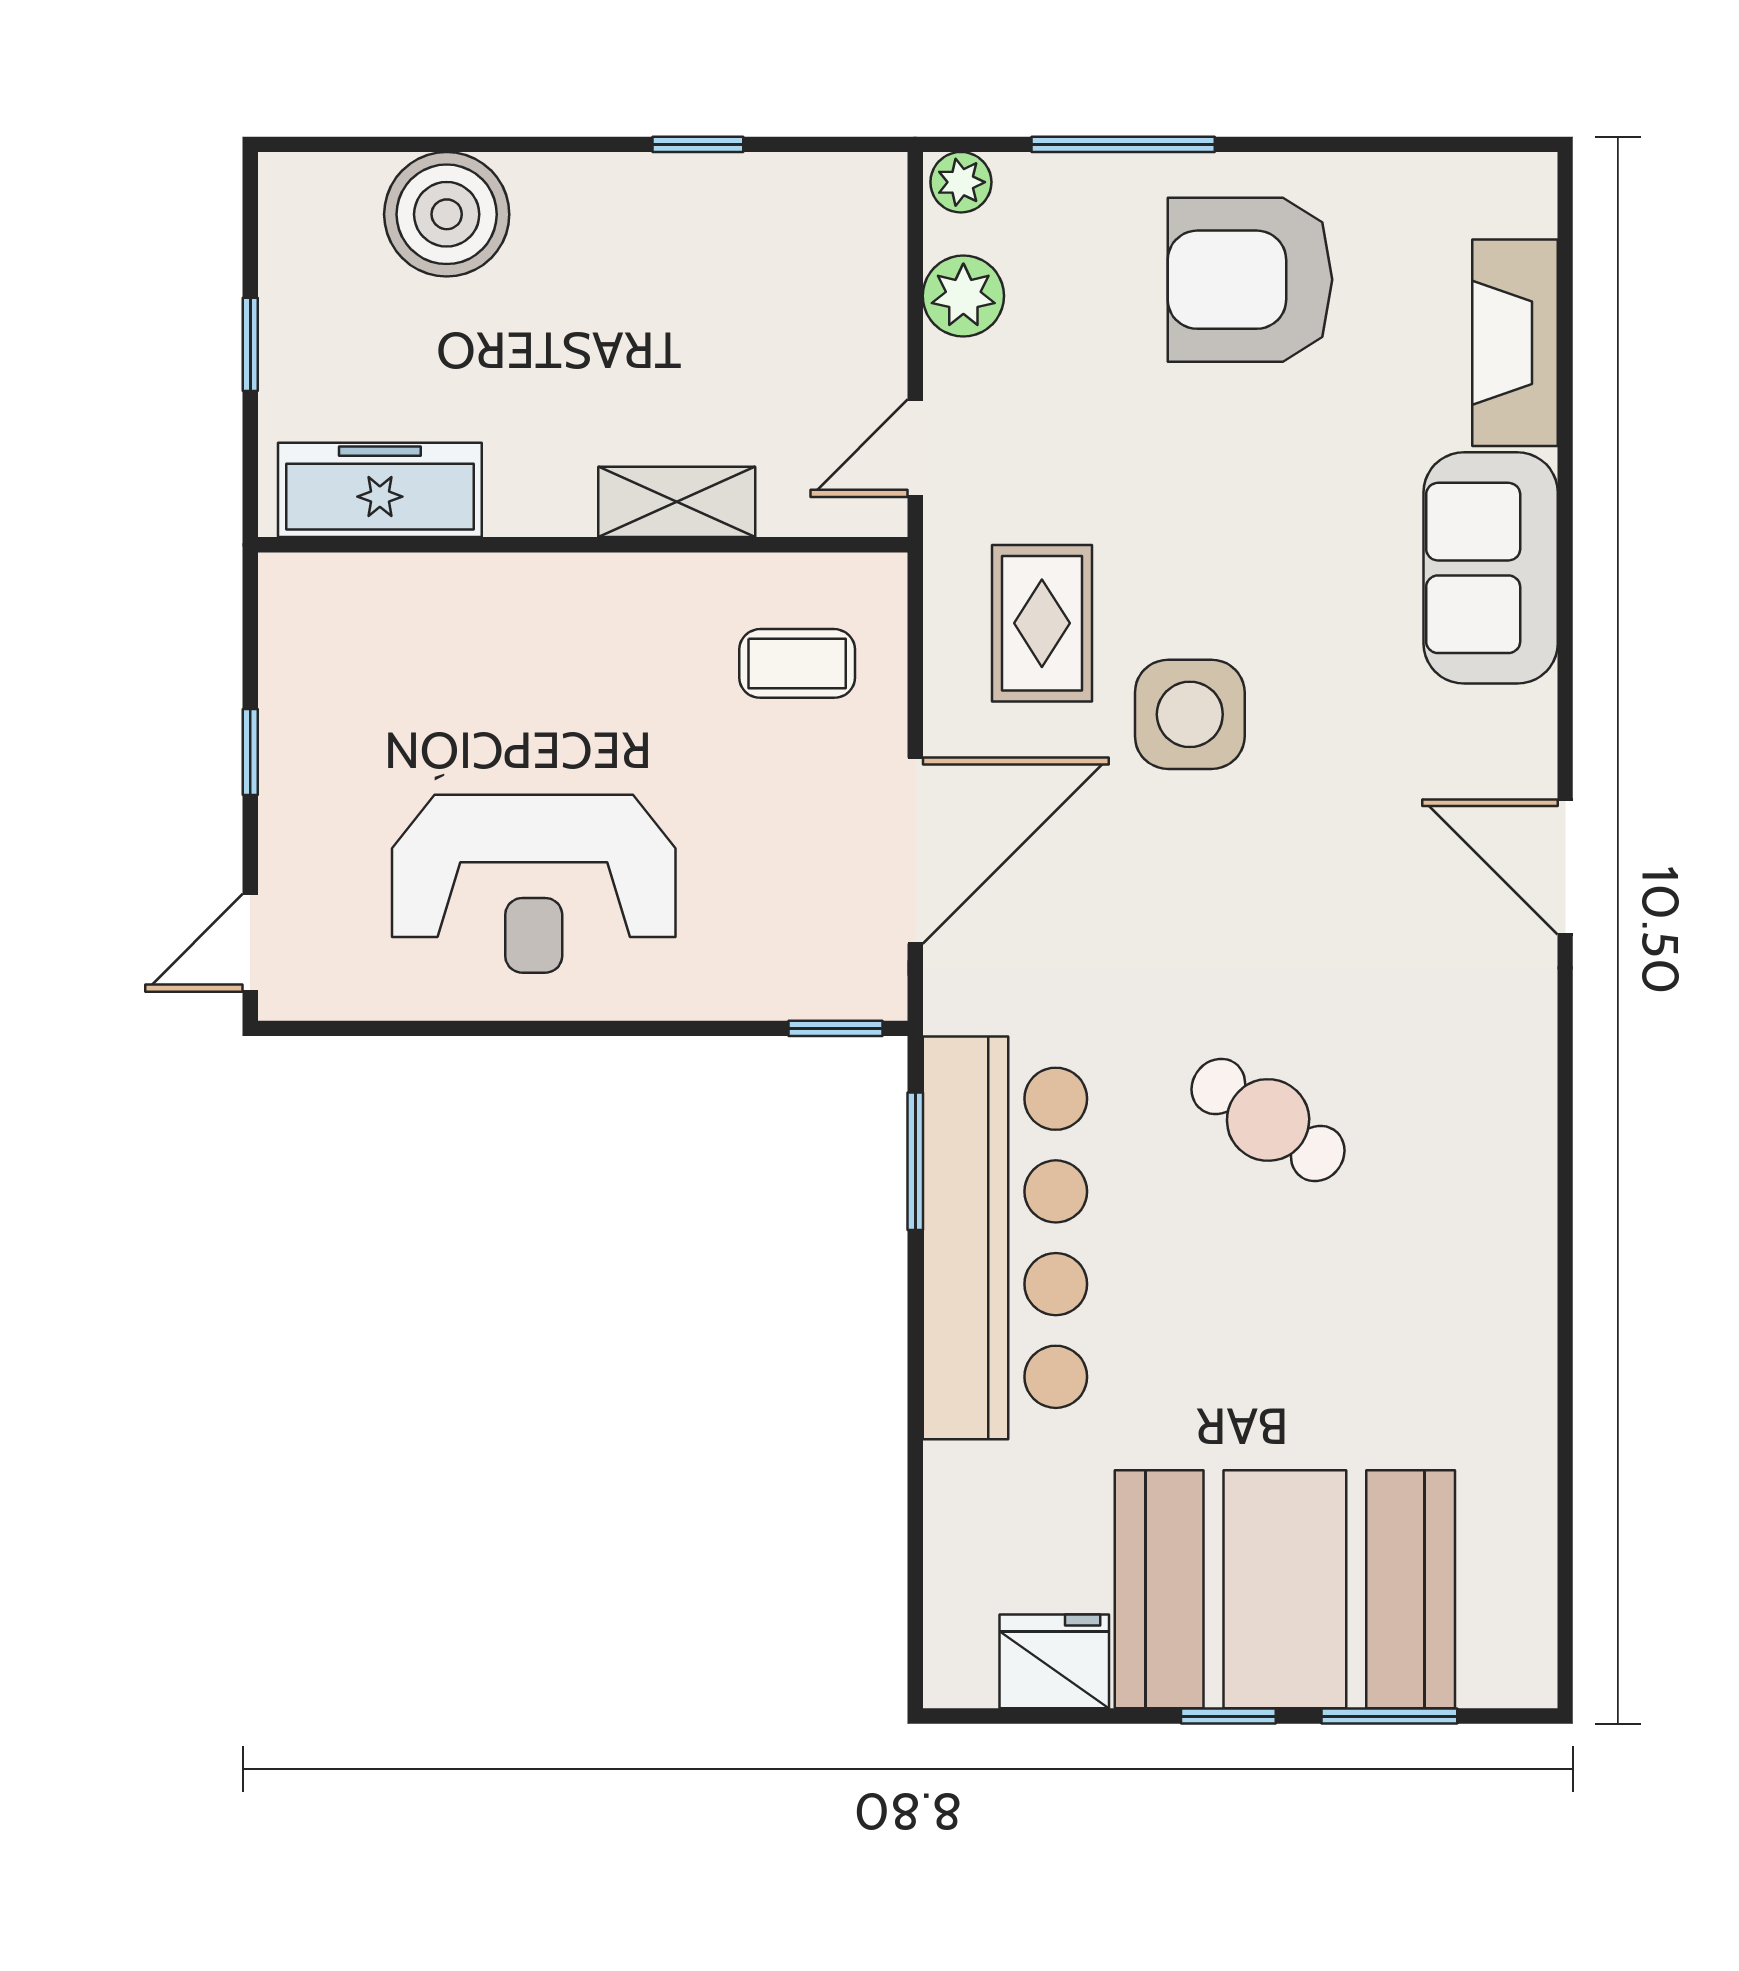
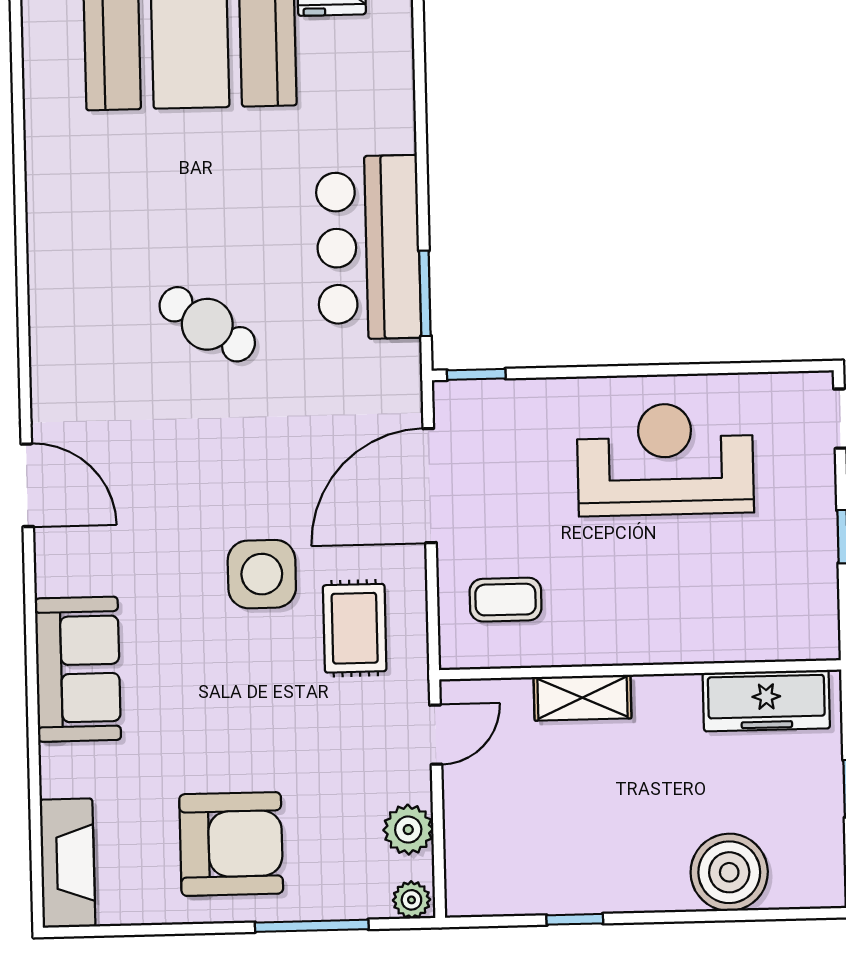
fireplace: (1515, 343) -> (68, 863), moved
bar counter: (1005, 1238) -> (368, 247), width x0.73

